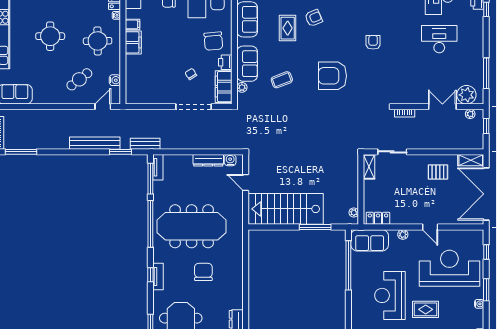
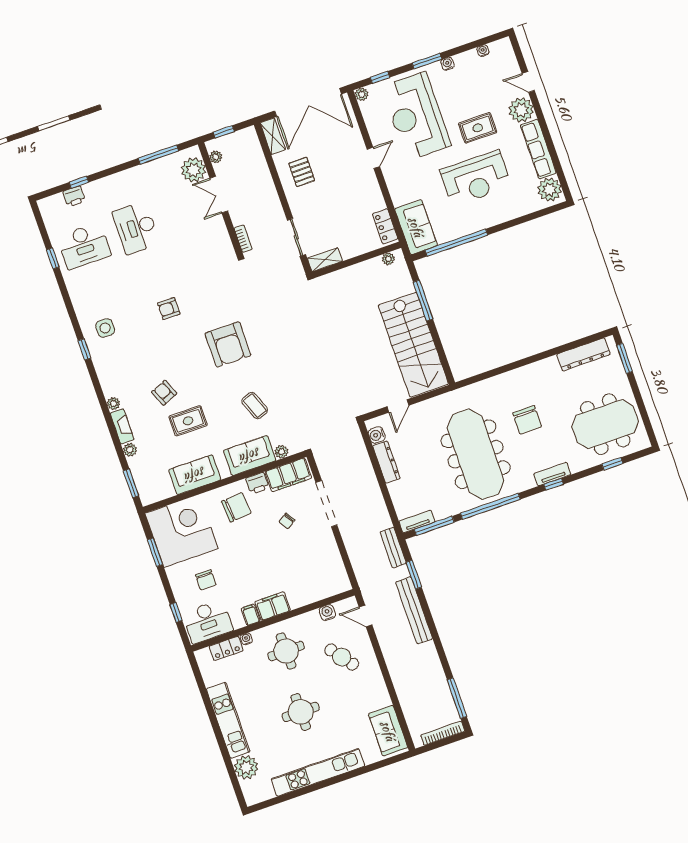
plant: (403, 234) -> (362, 94), moved
chair: (203, 272) -> (527, 420), turned -90
rug: (426, 309) -> (478, 128), turned 90

